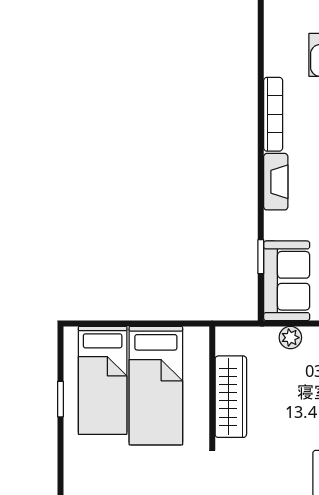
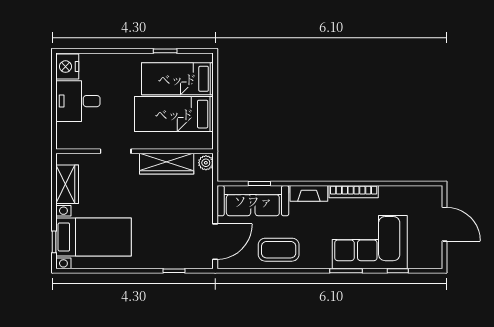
sofa: (287, 281) -> (253, 201), width x1.36
plant: (290, 338) -> (206, 163), moved

